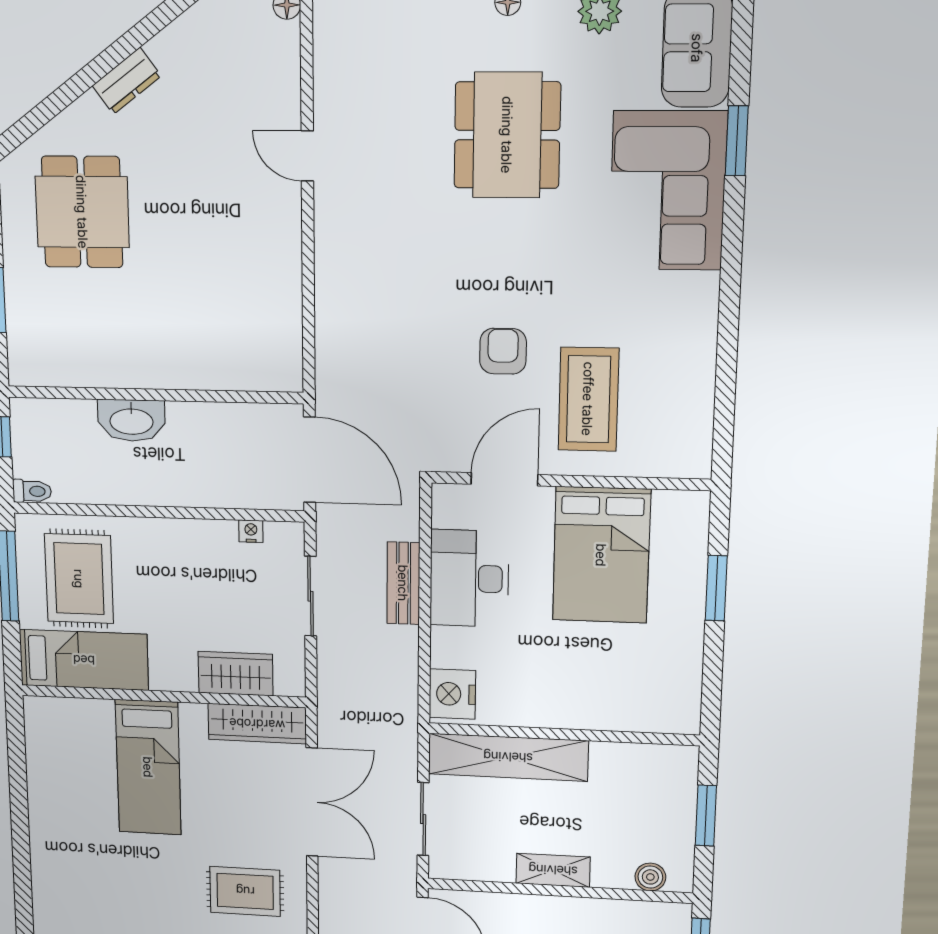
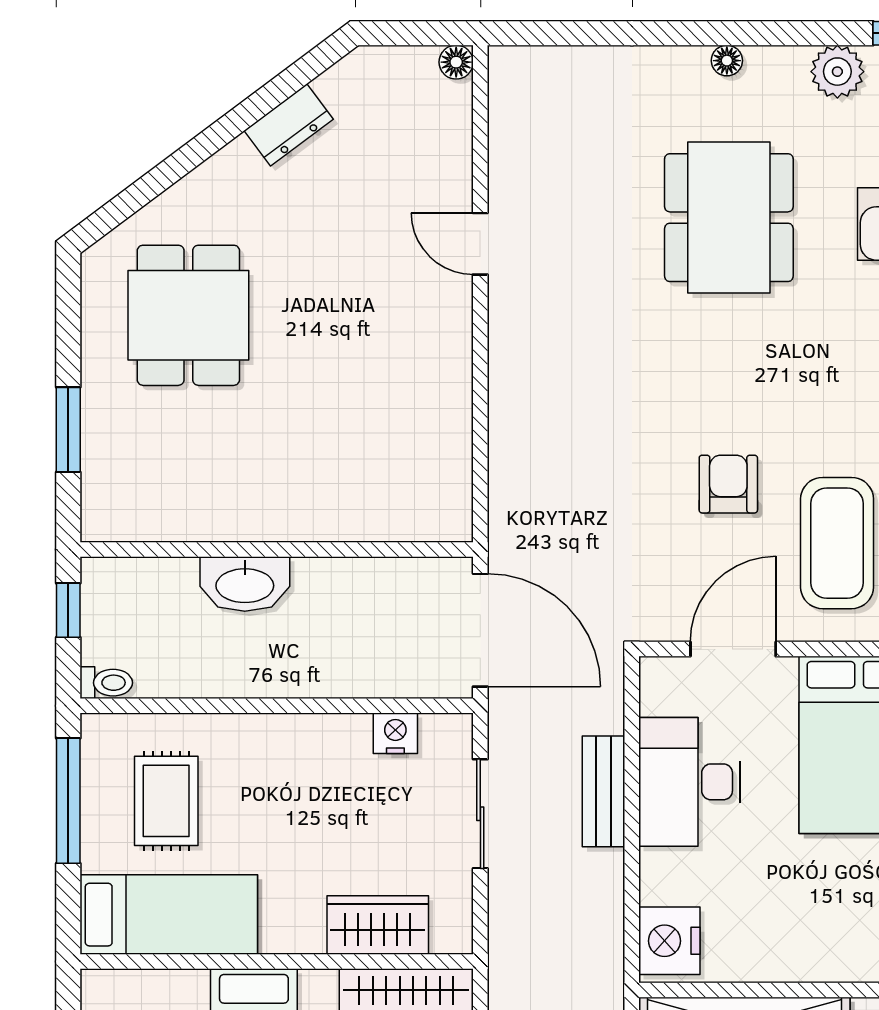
dresser: (127, 81) -> (289, 125), moved
nightstand: (251, 531) -> (395, 733), width x1.39, depth x1.35
rug: (79, 579) -> (166, 801), width x0.73, depth x0.70

